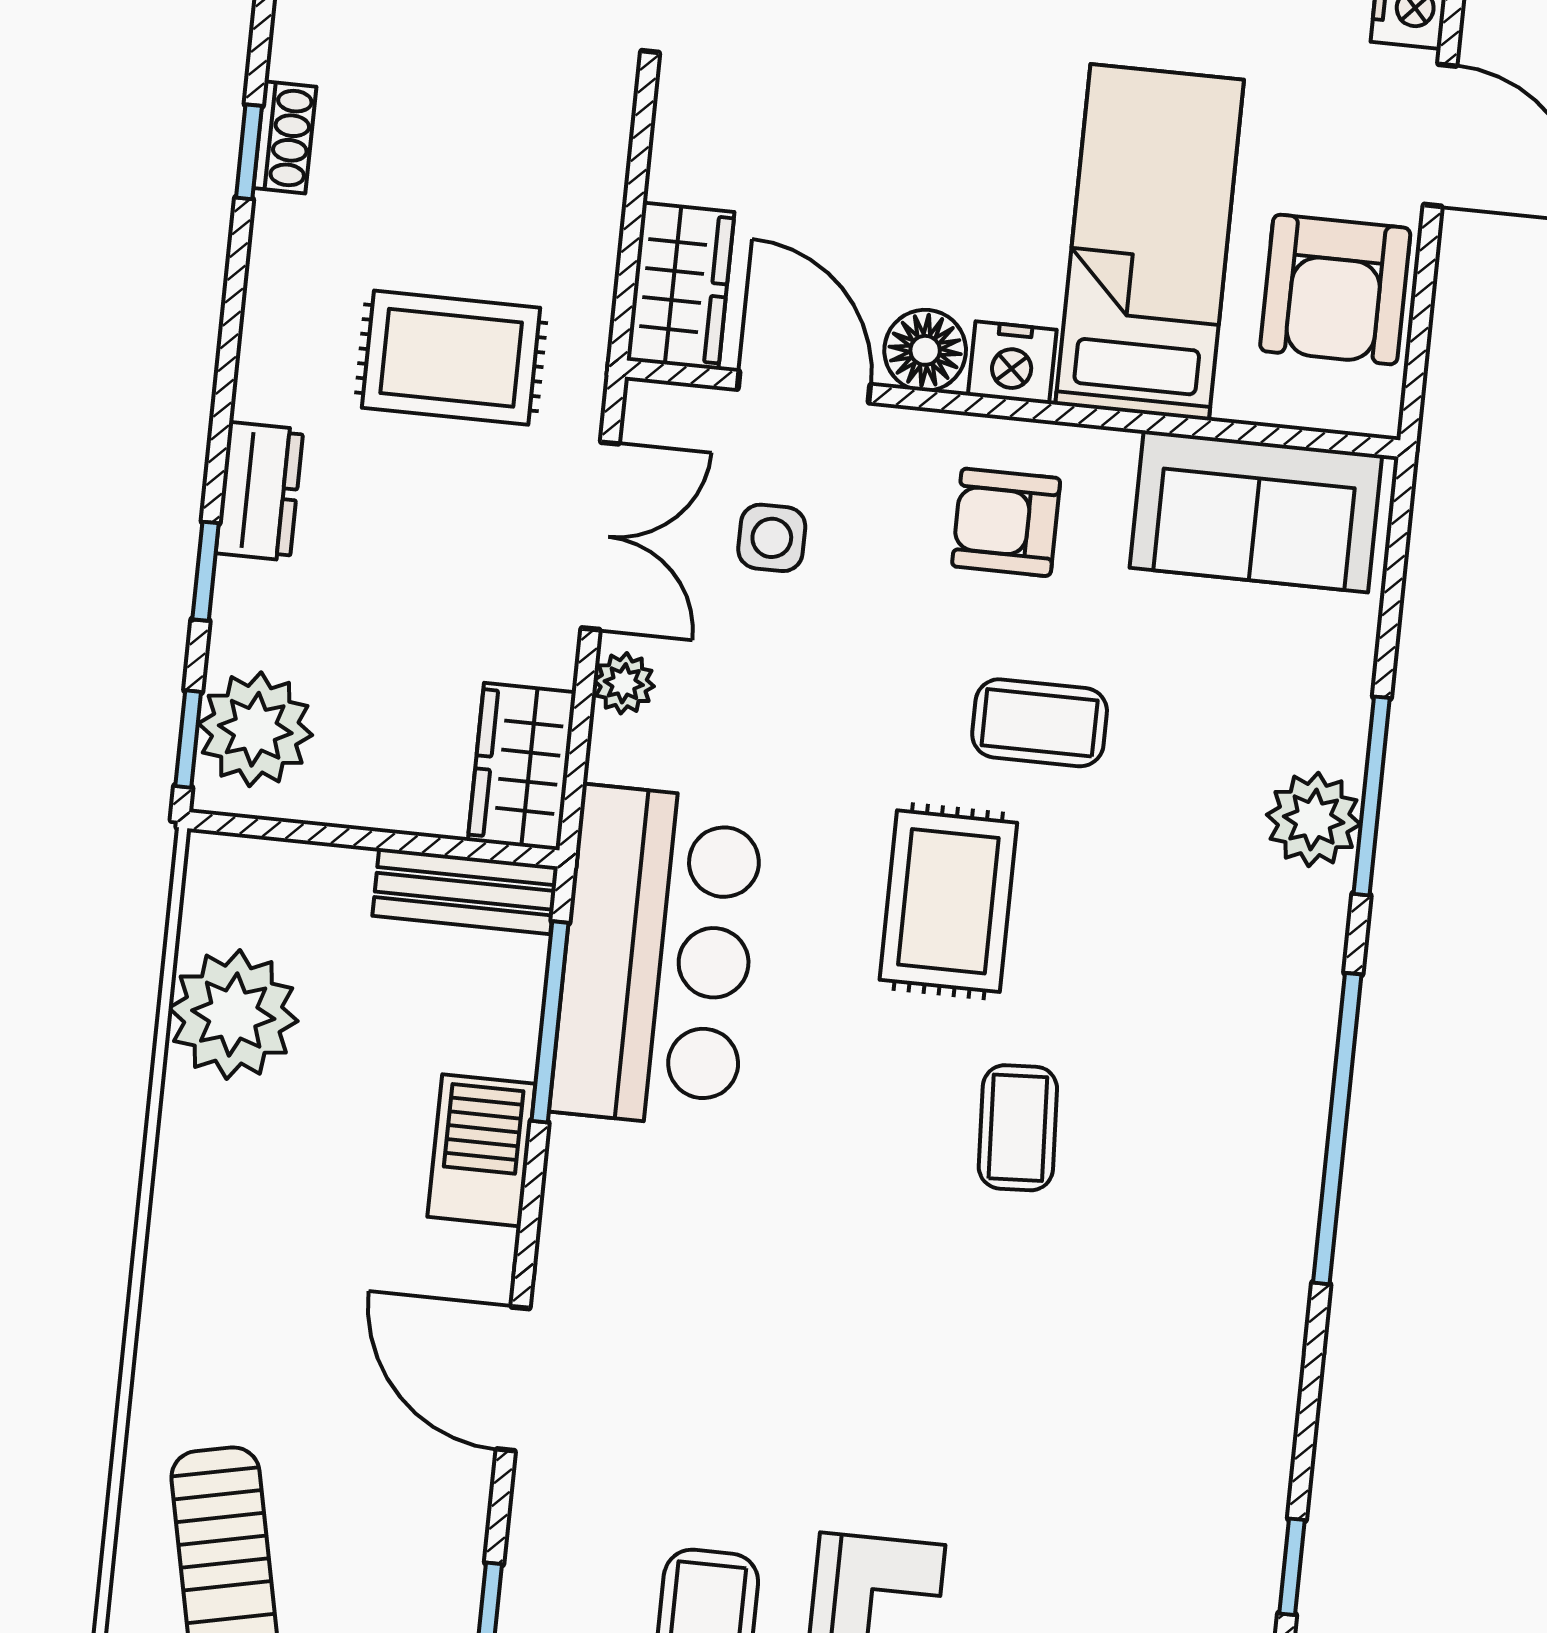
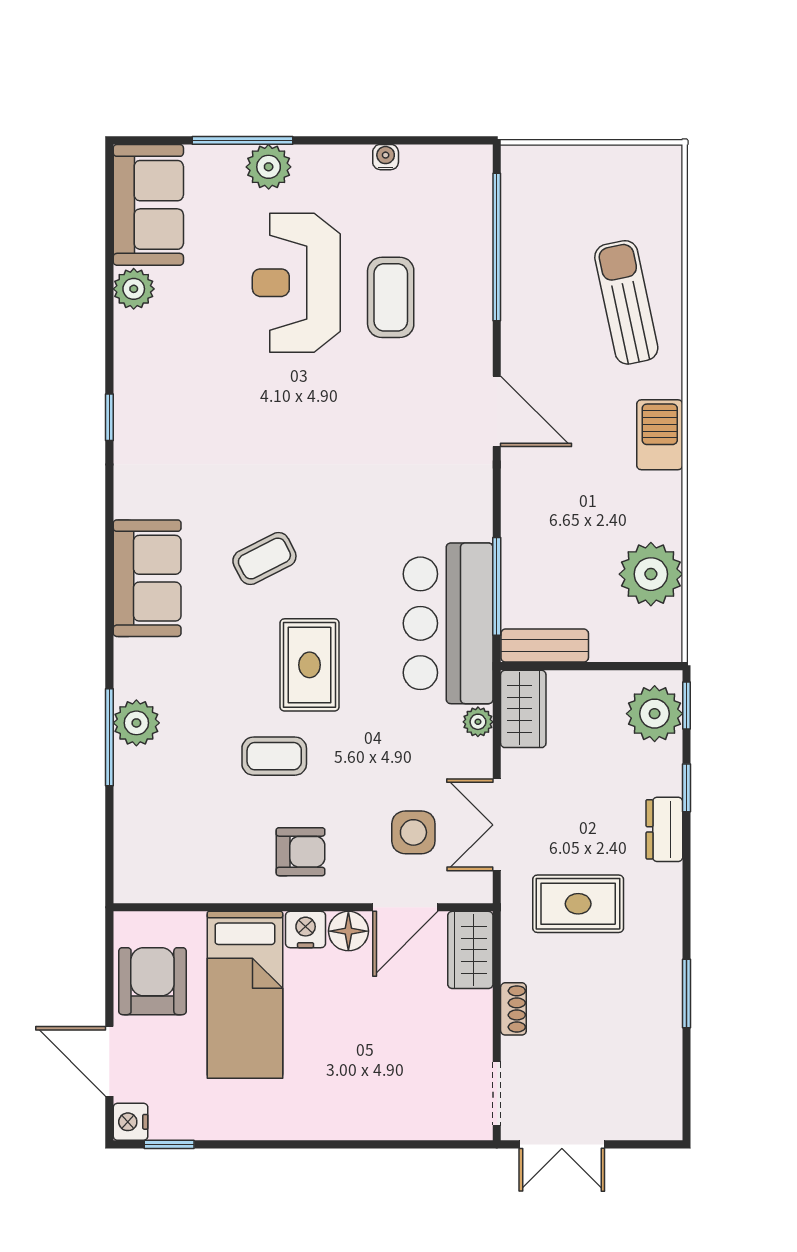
shoe rack: (285, 137) -> (513, 1009), moved, turned 180
window: (249, 152) -> (687, 994), width x1.50
door: (804, 387) -> (405, 907), hinge flipped
sofa: (1256, 511) -> (147, 578), moved, turned 90
side table: (772, 538) -> (413, 832), width x1.37, depth x1.37
plant: (624, 683) -> (478, 722), moved
coffee table: (1018, 1128) -> (264, 559), turned 66
window: (1337, 1129) -> (109, 574), removed
barbecue: (481, 1150) -> (660, 435), moved, turned 180
window: (1292, 1567) -> (109, 417), moved

